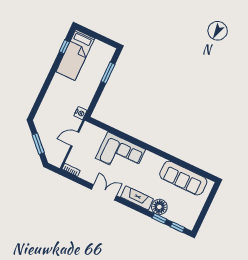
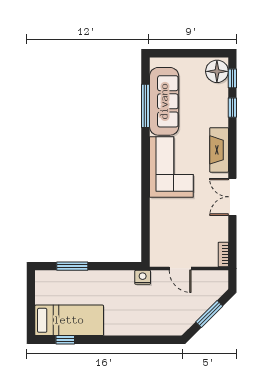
corner sofa: (120, 154) -> (171, 167), moved
window: (186, 165) -> (146, 106), added
floor lamp: (159, 207) -> (217, 71), moved

